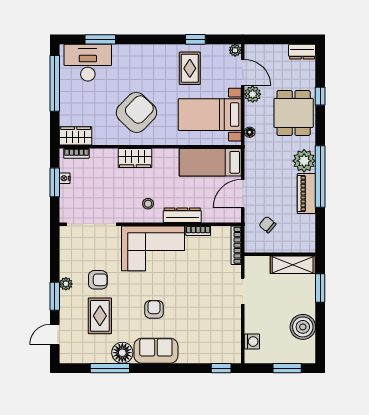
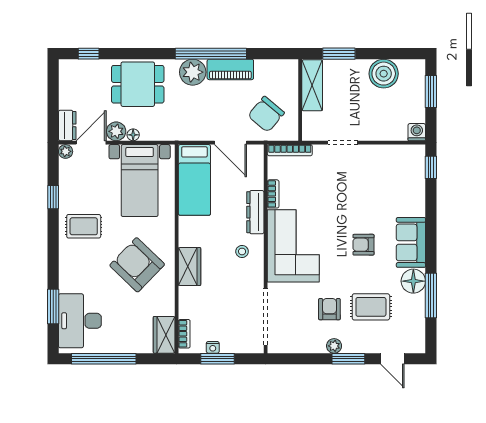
dresser: (302, 52) -> (67, 125), moved
rug: (190, 68) -> (84, 226), moved
window: (320, 96) -> (89, 54), moved
floor lamp: (250, 132) -> (133, 135), moved
chair: (267, 225) -> (266, 114), width x1.87, depth x1.87
washing machine: (252, 342) -> (417, 132), moved

